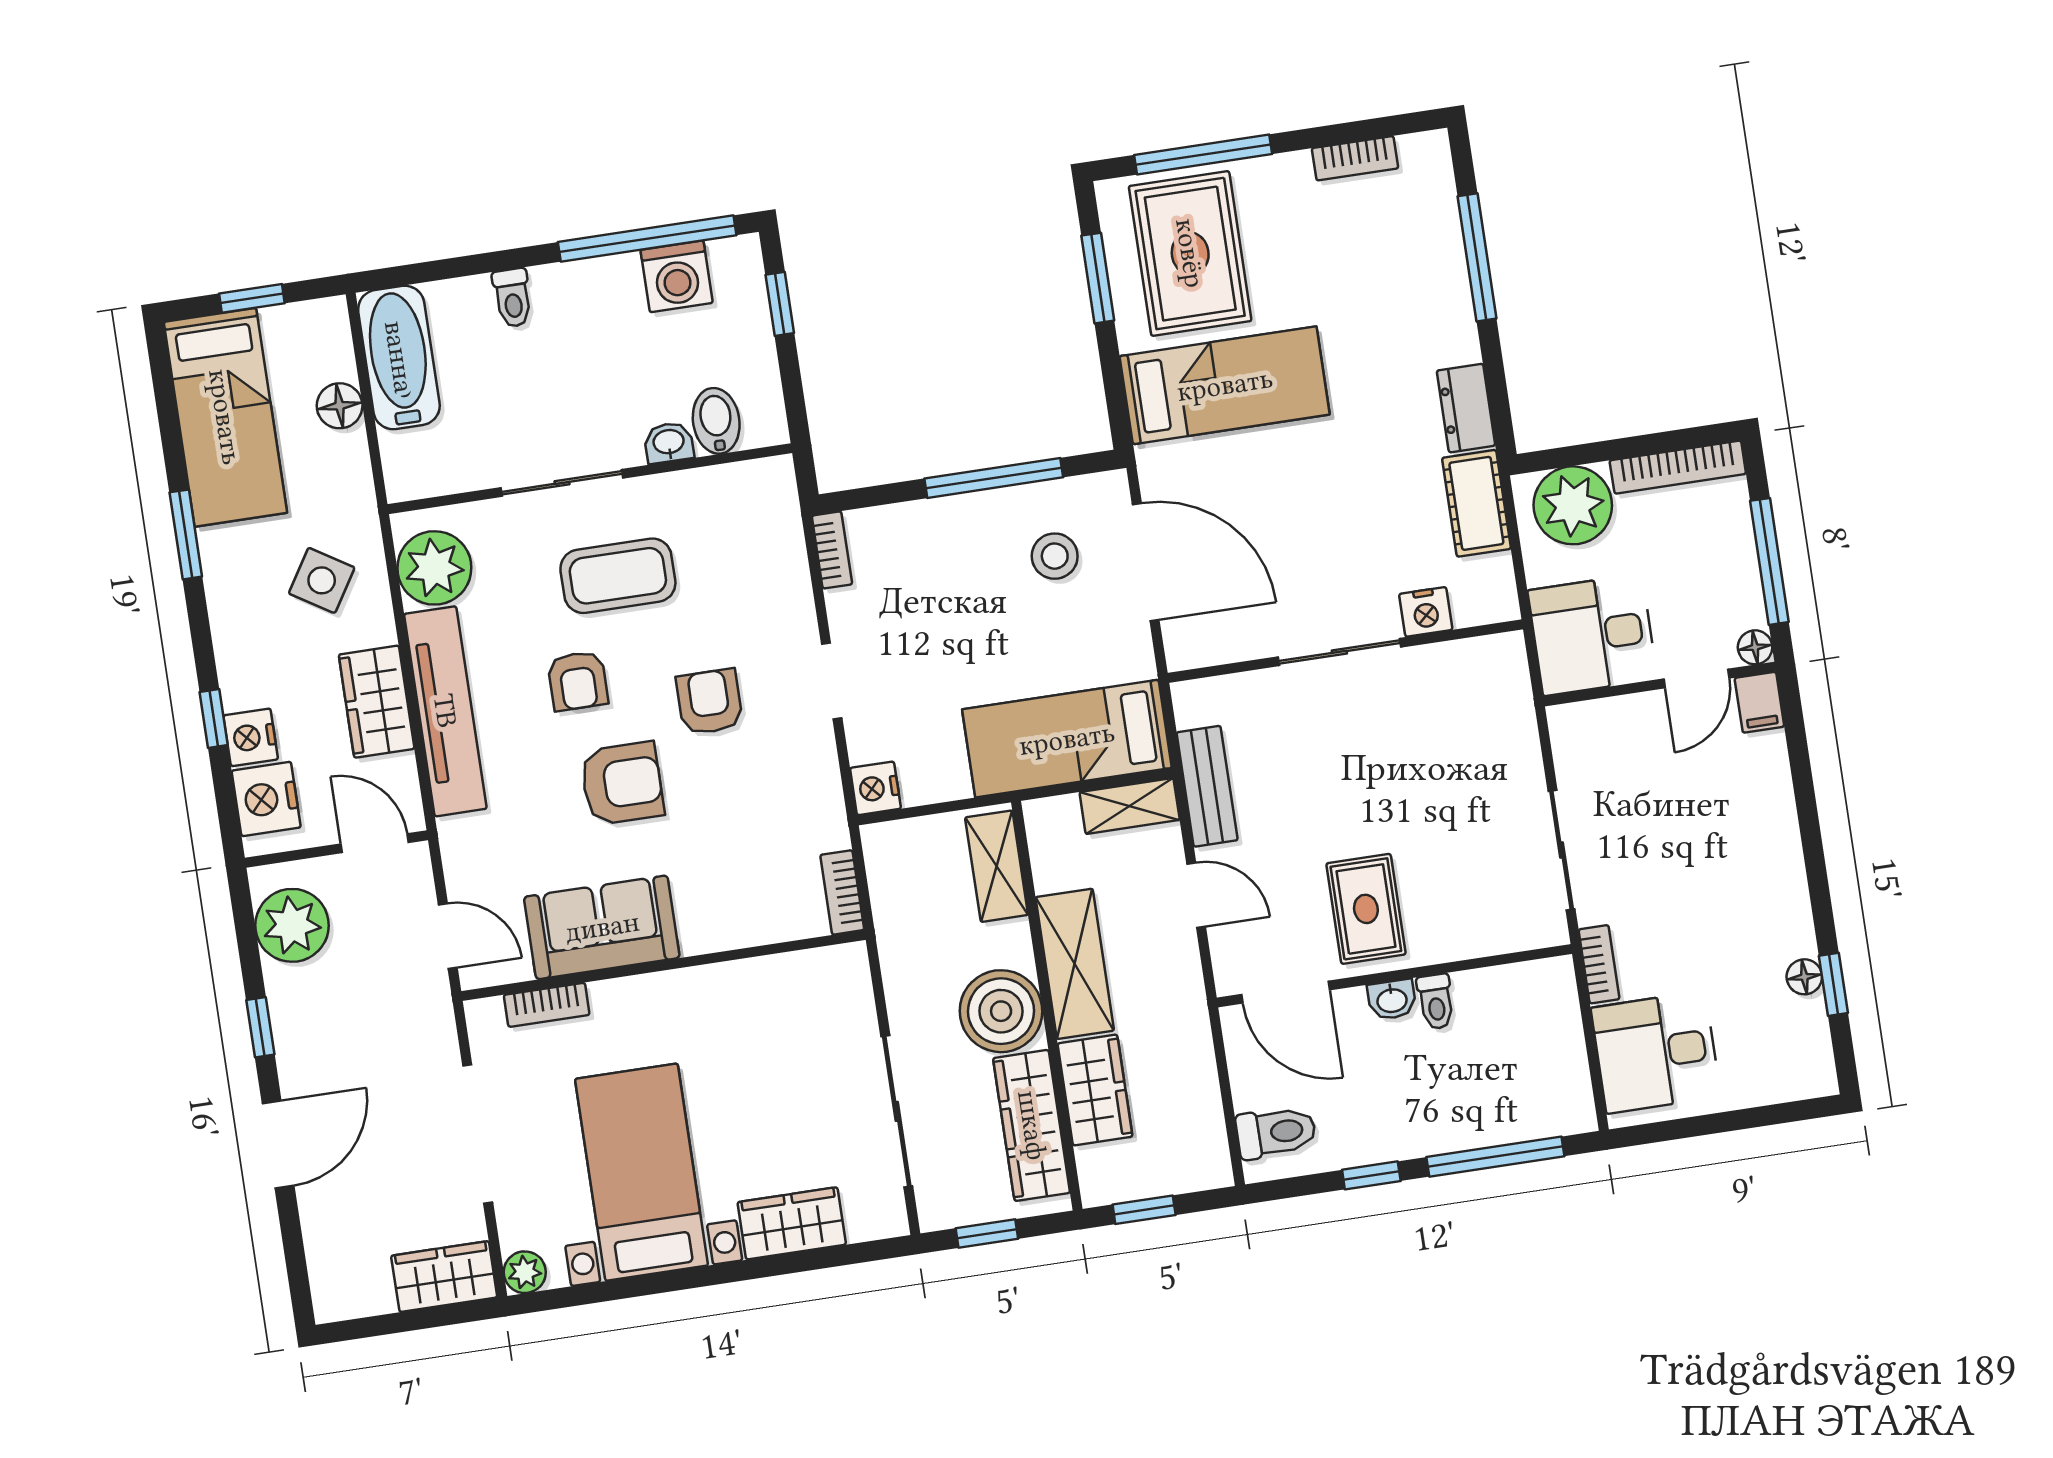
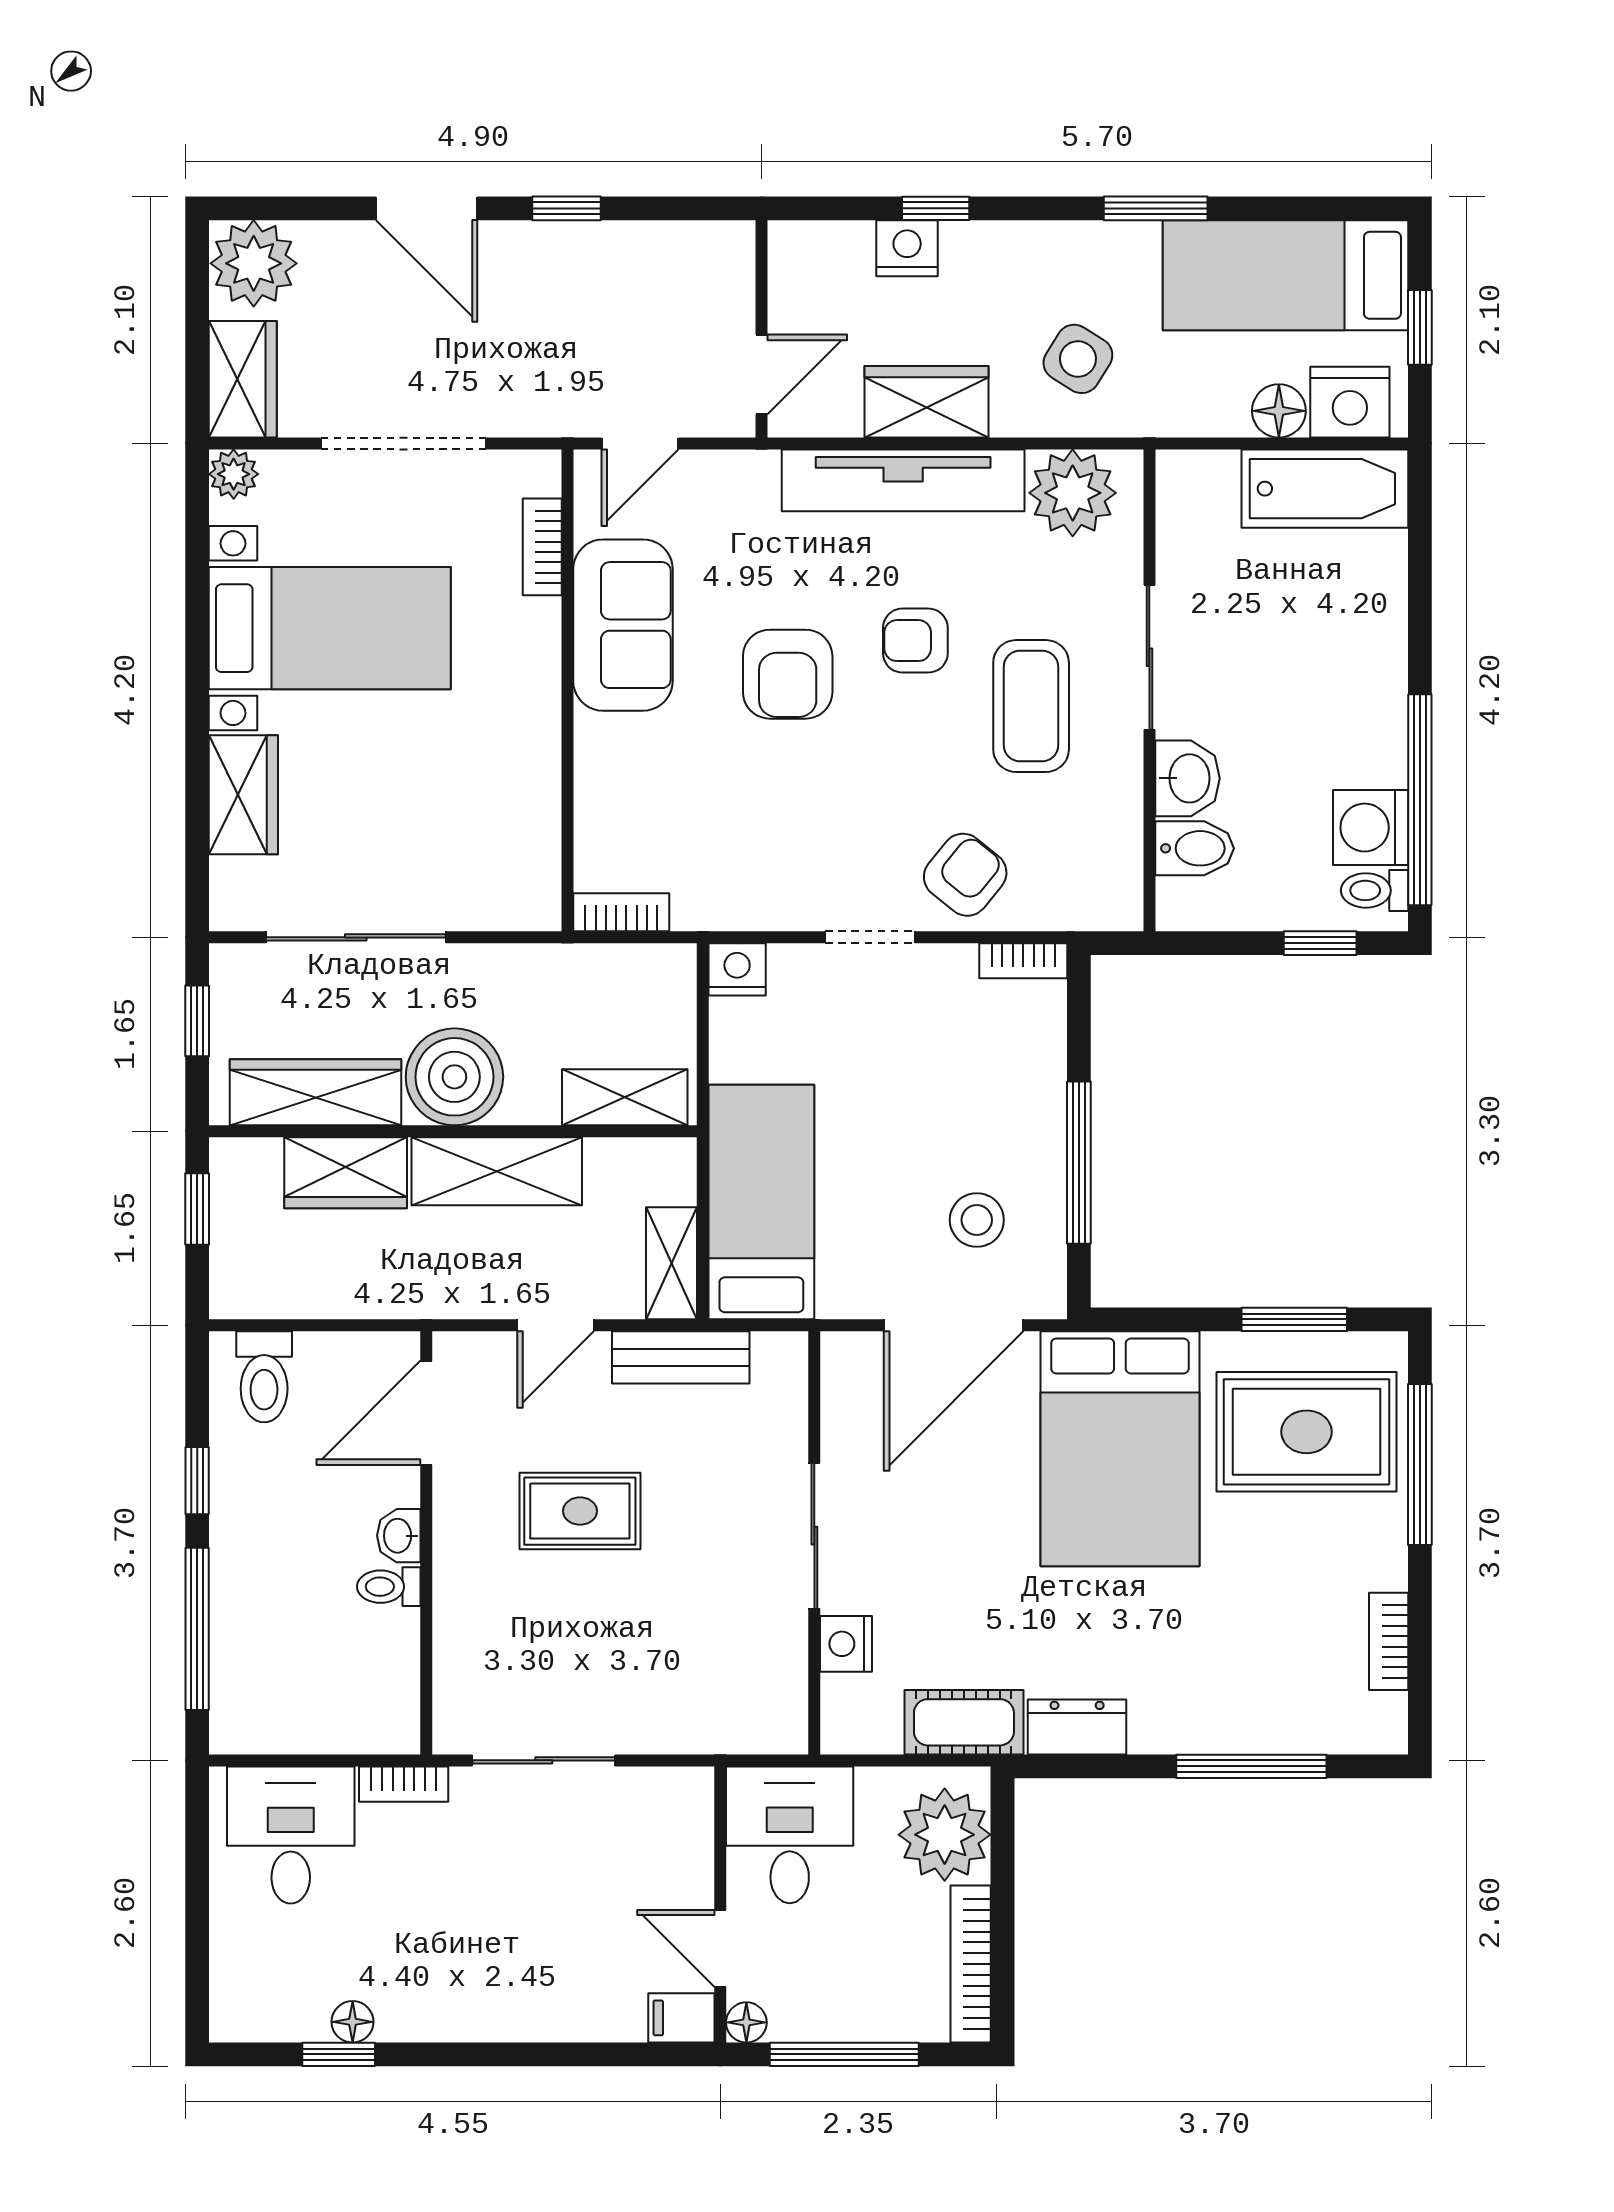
toilet: (513, 298) -> (1375, 890), moved
bed: (1225, 385) -> (1120, 1449), width x1.50
washbasin: (669, 443) -> (1188, 778), width x1.38, depth x1.45
armchair: (709, 702) -> (965, 875), moved, turned -51
nightstand: (266, 799) -> (1350, 402), moved, turned 180
rug: (1366, 909) -> (580, 1511), moved
plant: (292, 925) -> (254, 263), moved

